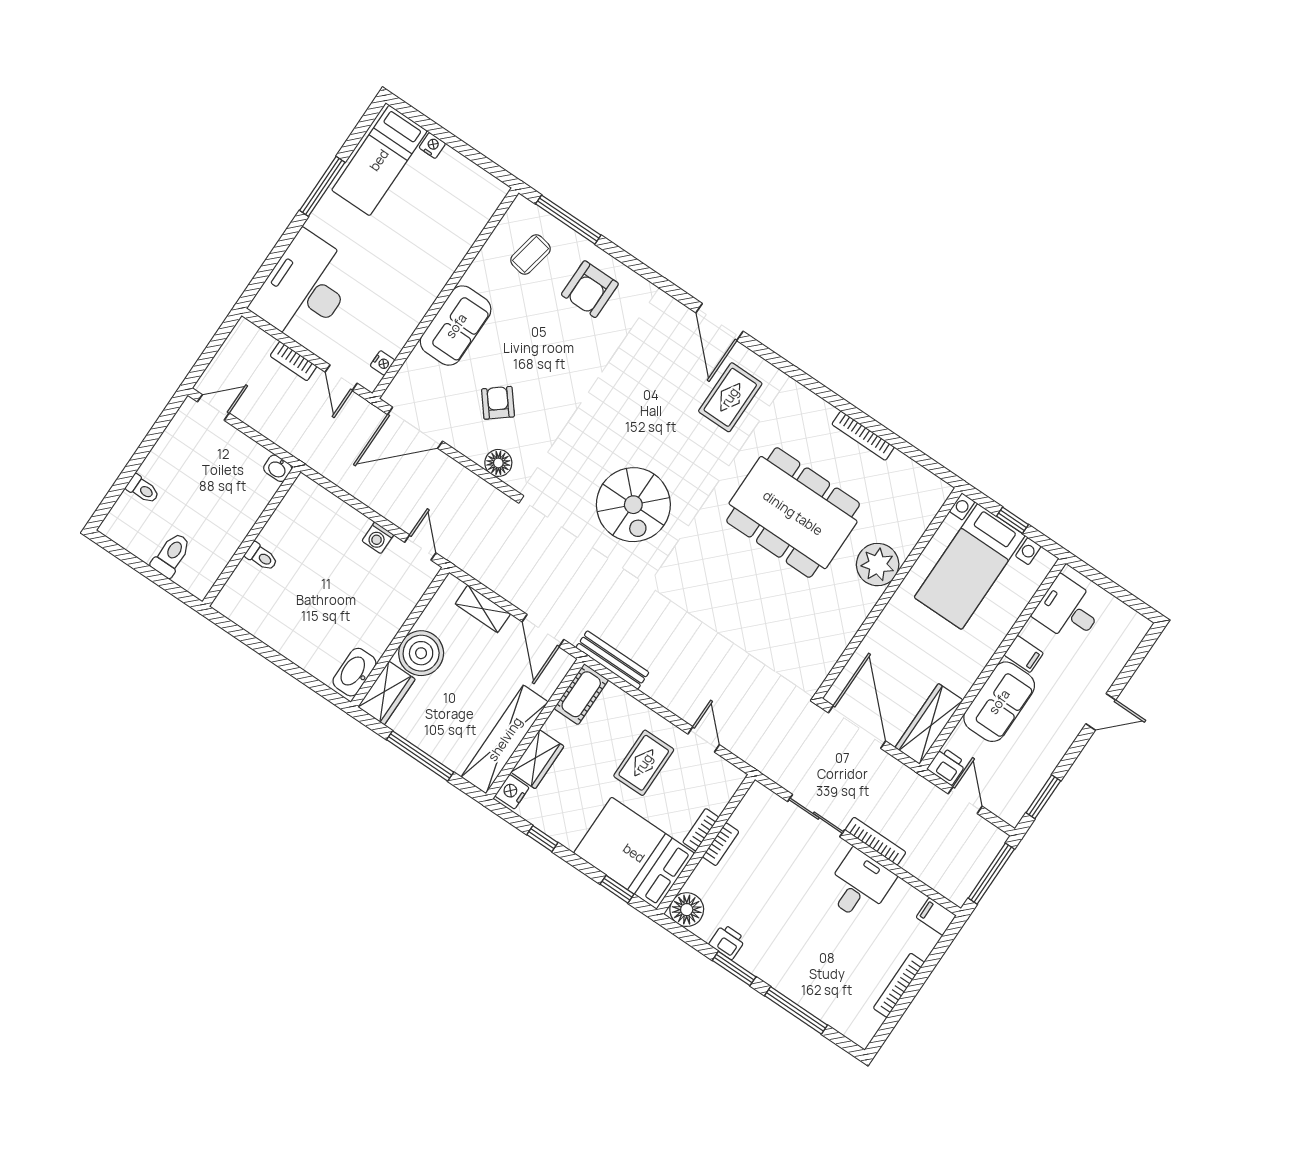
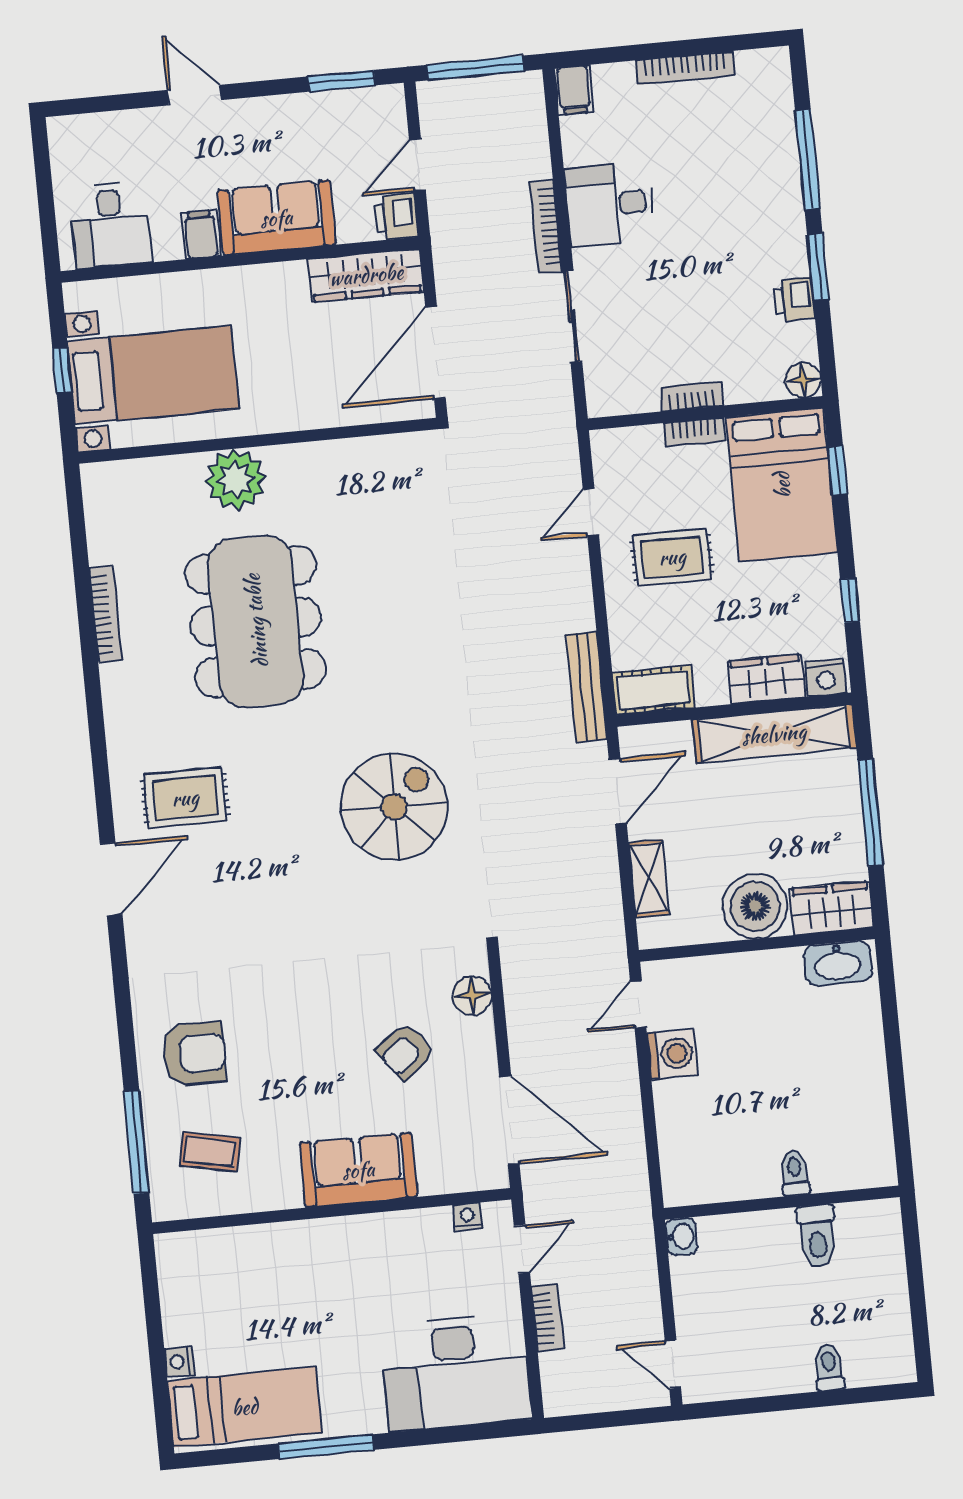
washing machine: (378, 538) -> (672, 1054), width x1.38, depth x1.38
toilet: (171, 555) -> (817, 1236), moved, turned -90
floor lamp: (687, 910) -> (803, 380), width x0.73, depth x0.73

